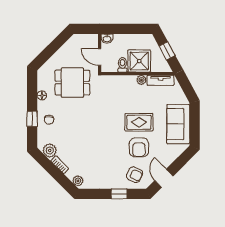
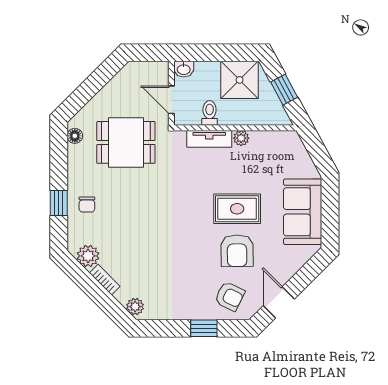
shower: (139, 61) -> (240, 80), moved
tv unit: (161, 80) -> (209, 139), moved
floor lamp: (42, 95) -> (75, 136), moved

